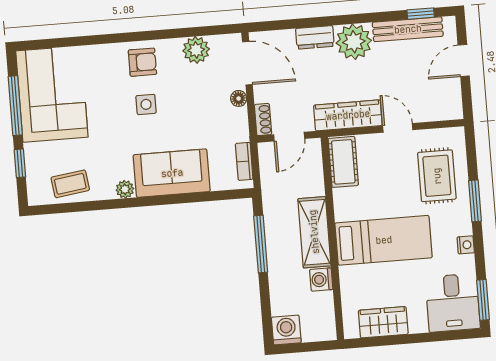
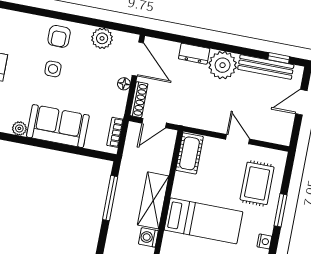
armchair: (142, 62) -> (59, 36), turned 90
wardrobe: (348, 115) -> (203, 119), removed
shoe rack: (263, 120) -> (139, 100), width x1.43

